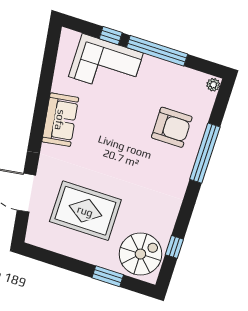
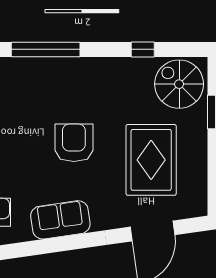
armchair: (172, 127) -> (74, 143), moved
window: (174, 247) -> (143, 49), moved

